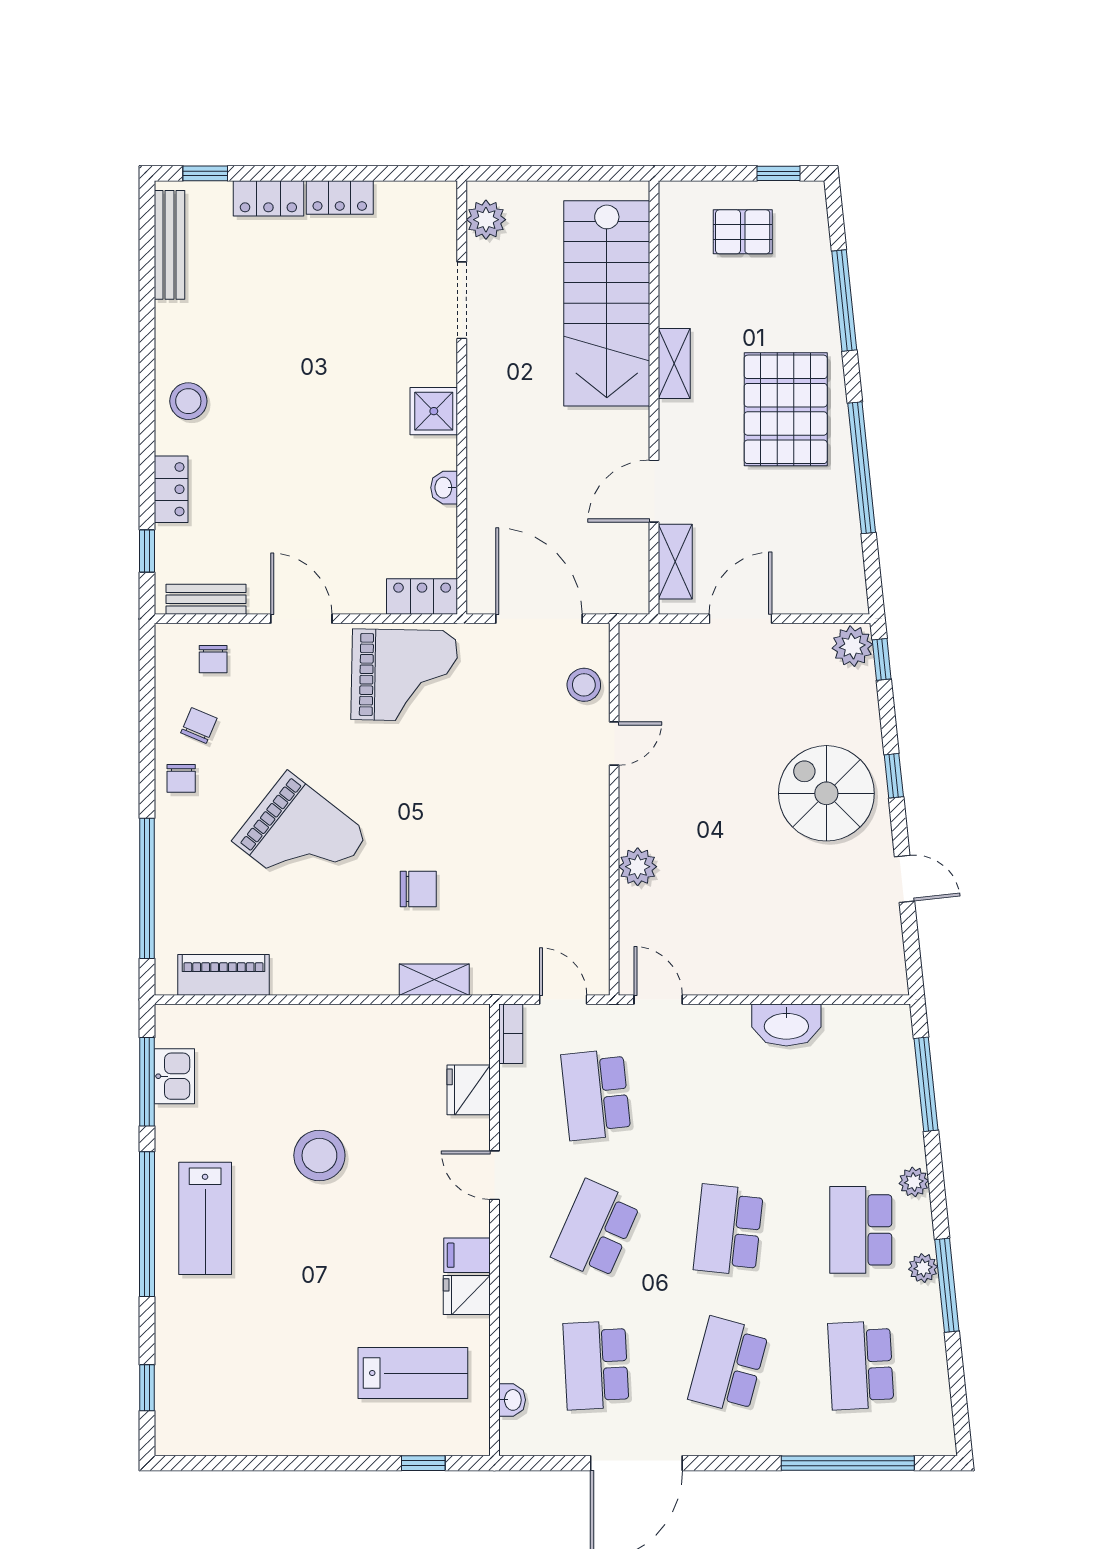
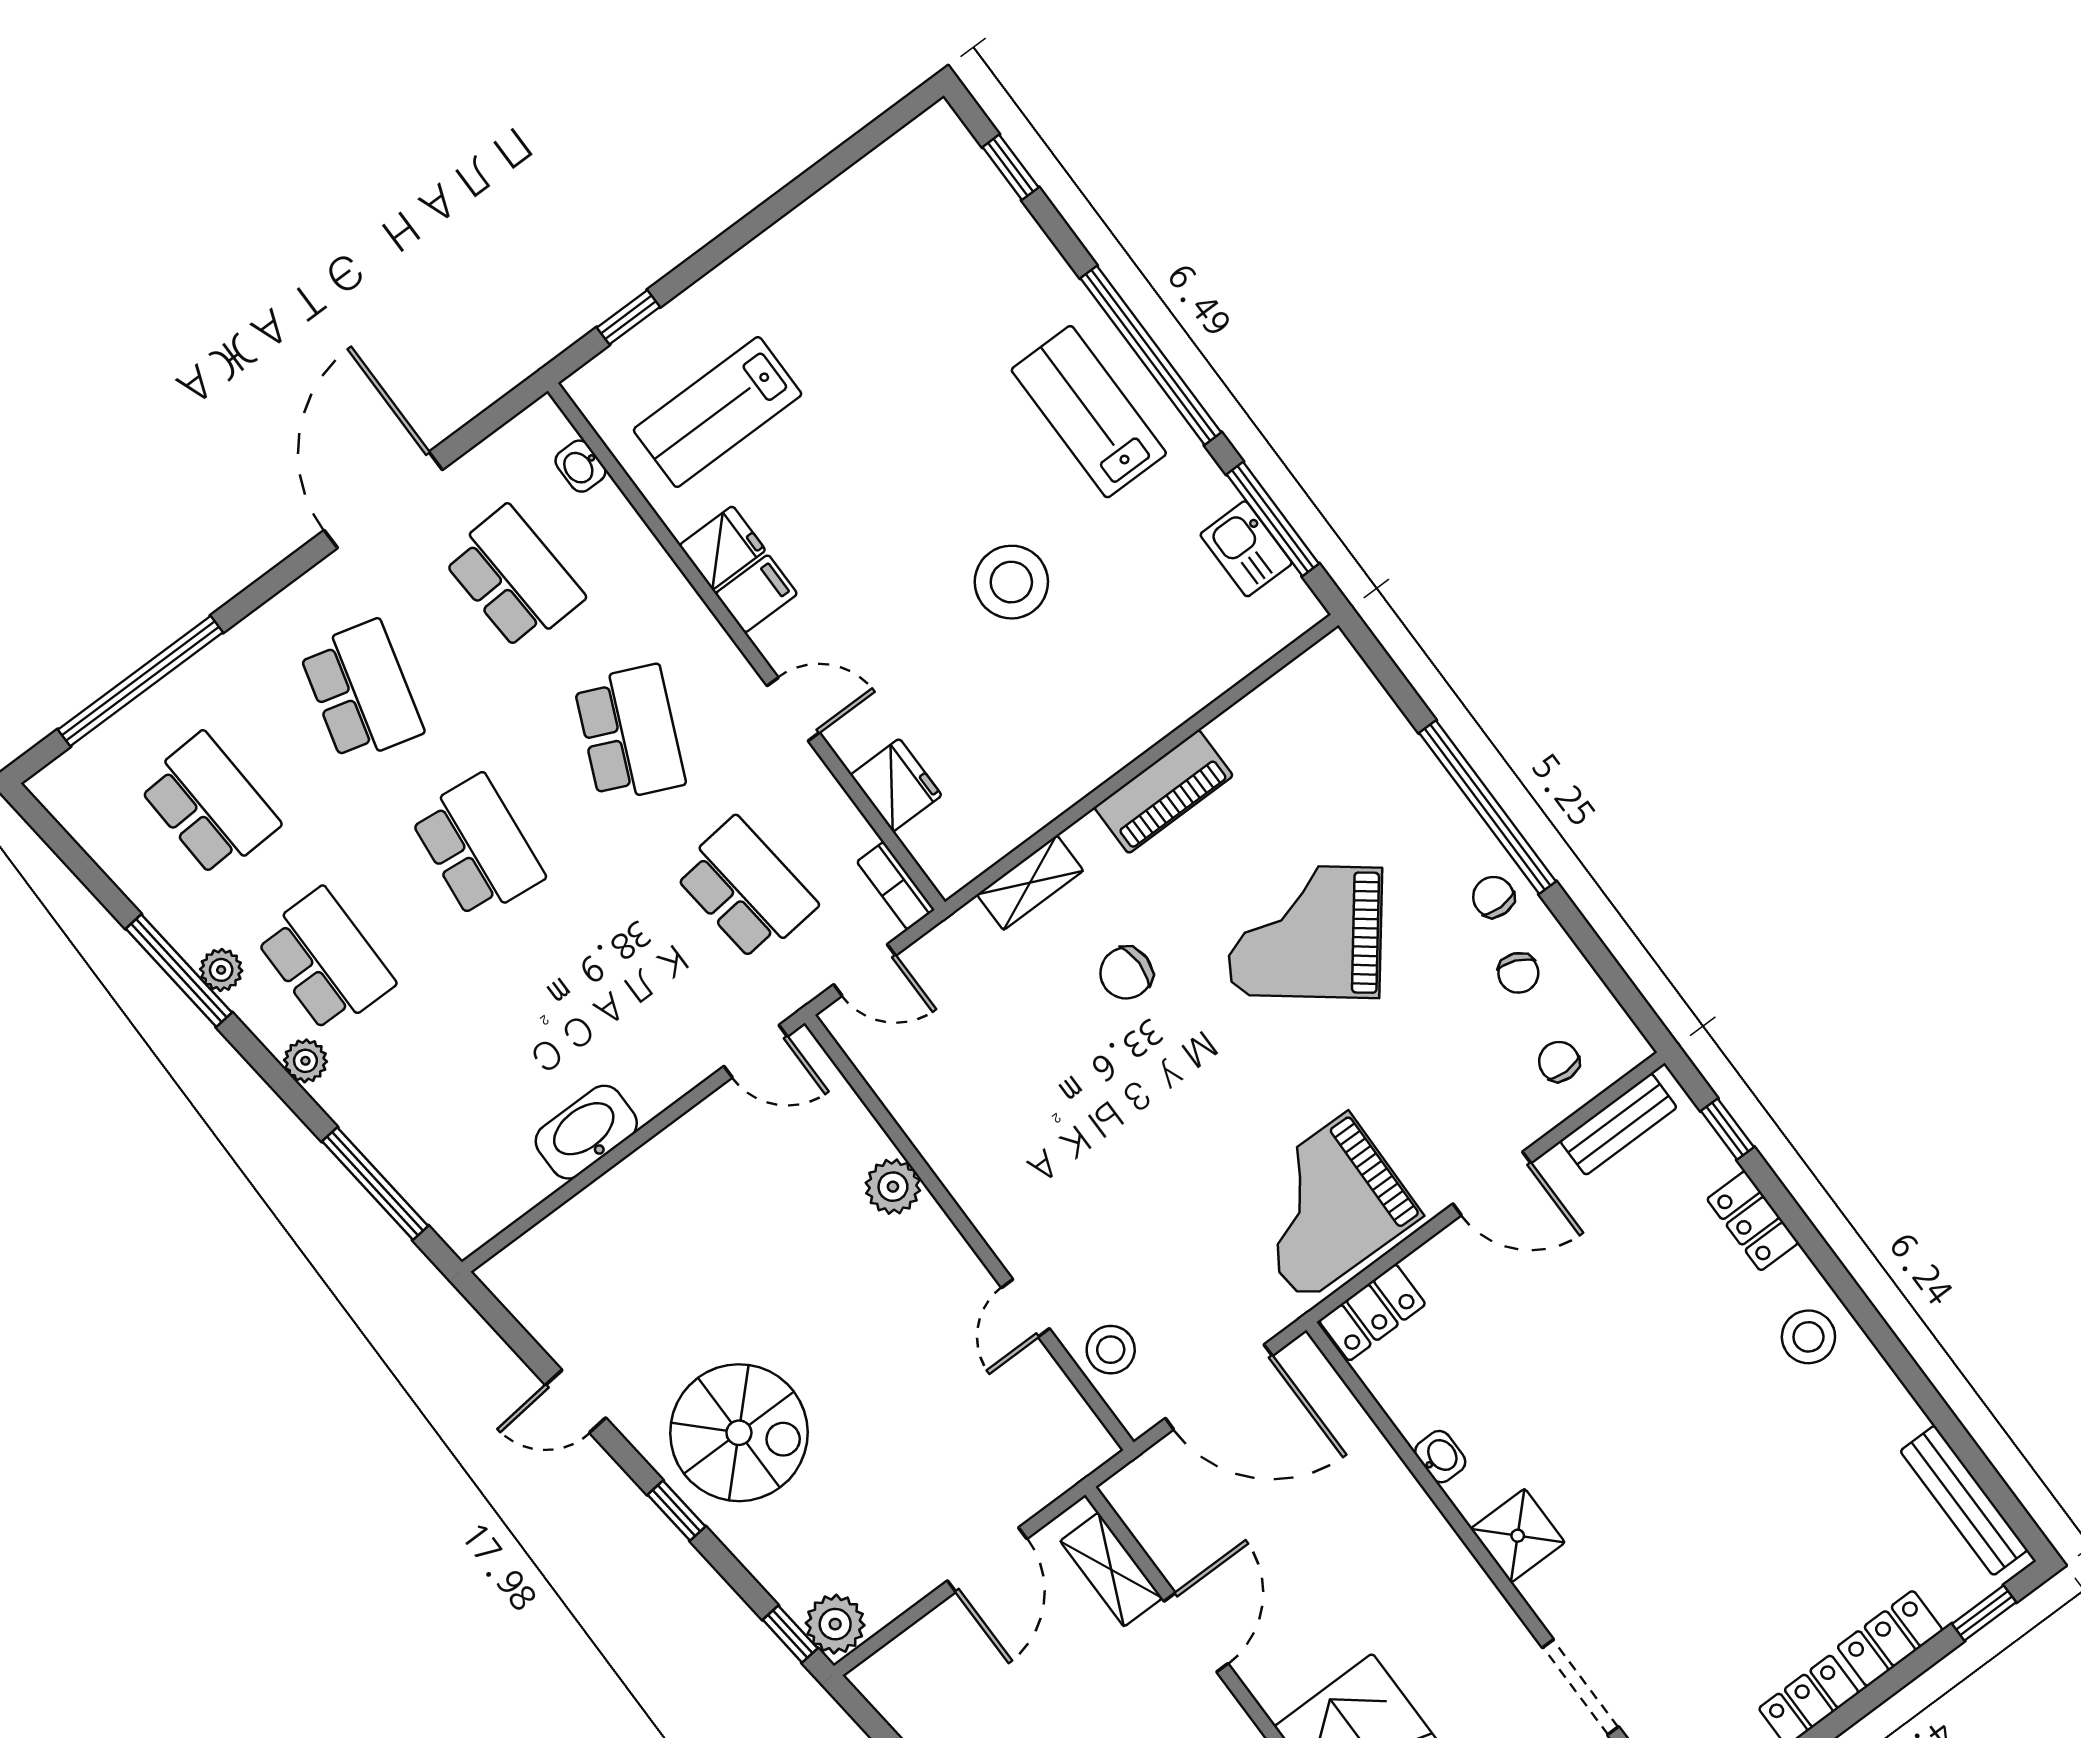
window: (147, 888) -> (1487, 807), moved
piano: (223, 975) -> (1164, 792), moved

